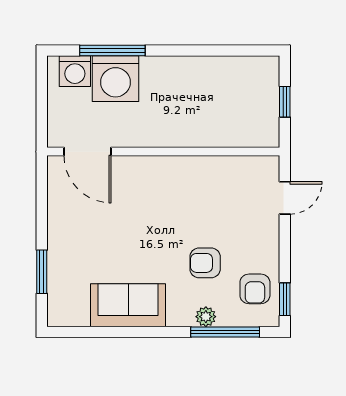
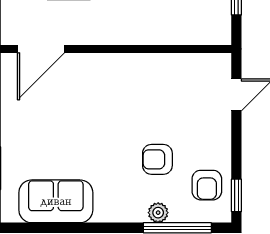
door: (88, 152) -> (41, 49), hinge flipped
sofa: (128, 305) -> (56, 201), moved

